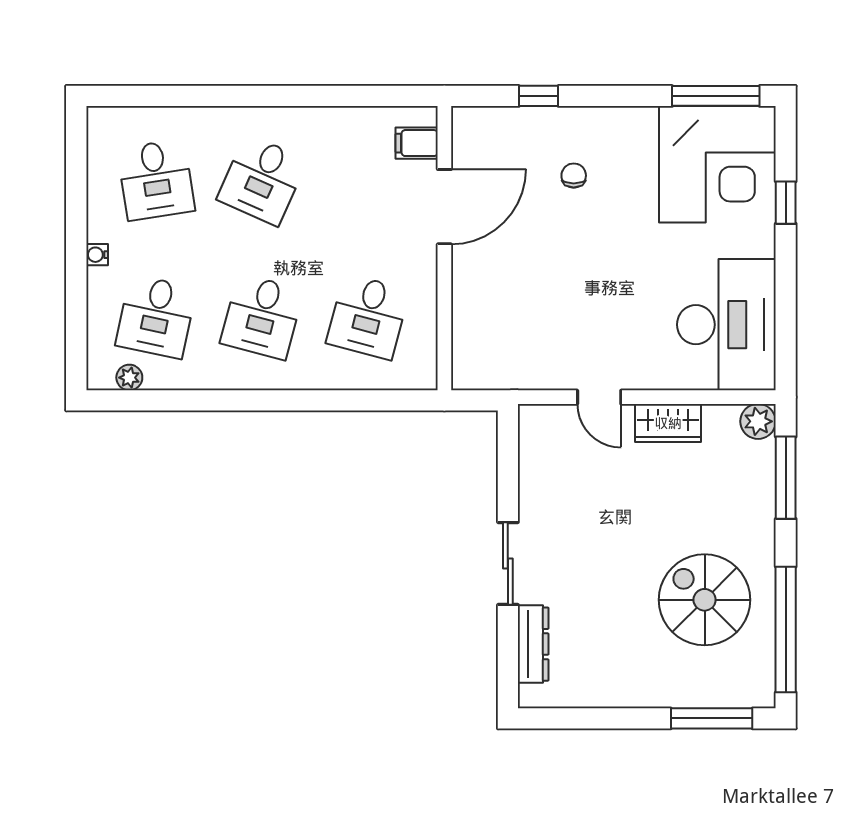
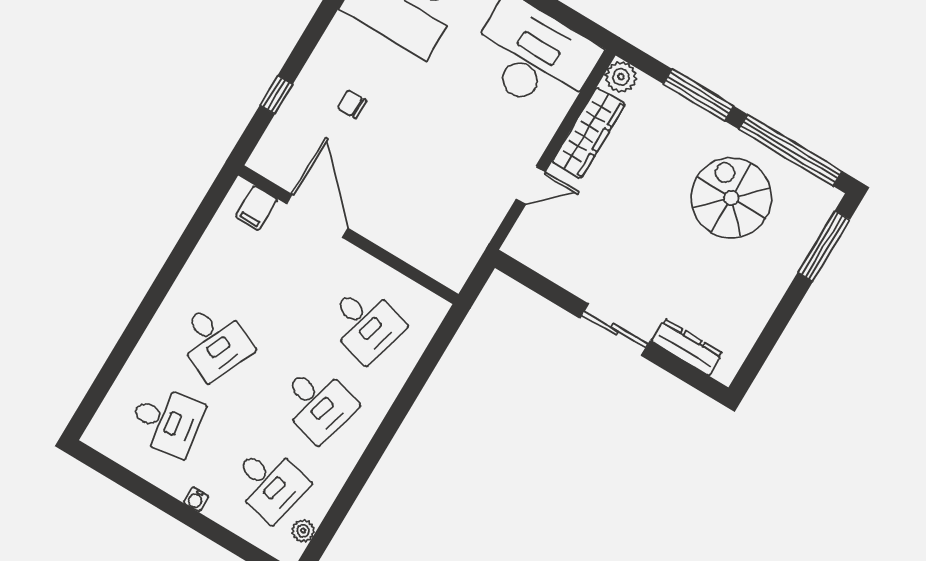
wardrobe: (668, 423) -> (589, 133), width x1.50
window: (786, 478) -> (698, 95), moved
spiral stairs: (705, 600) -> (731, 198), turned 90

